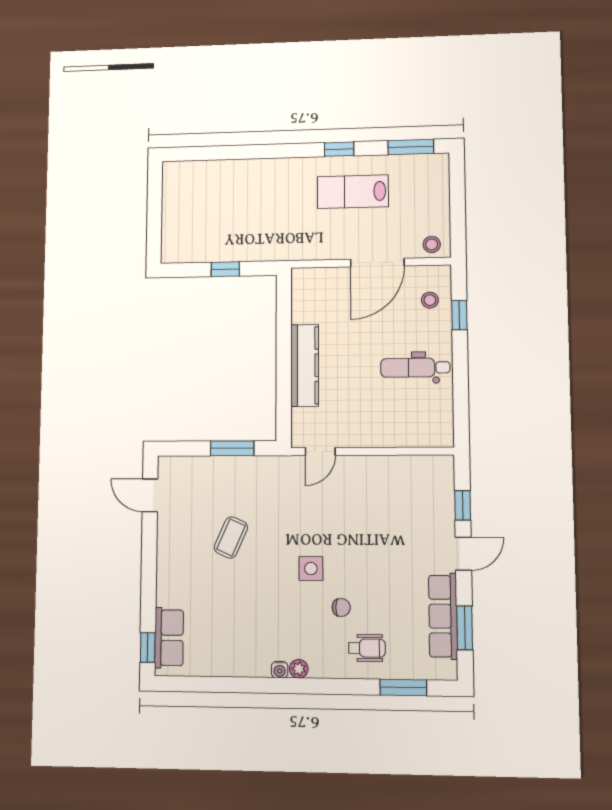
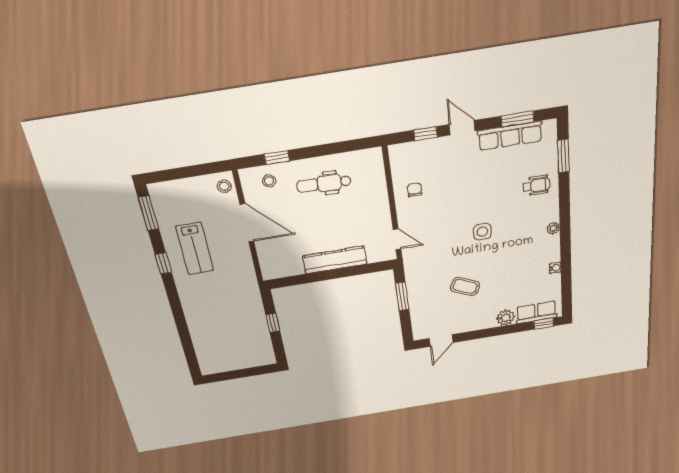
dental chair: (415, 368) -> (324, 184), turned 92
plant: (169, 592) -> (506, 318), added
chair: (341, 607) -> (415, 190), moved
wheelchair: (367, 648) -> (536, 185), turned 90
water cooler: (280, 670) -> (555, 268), moved

